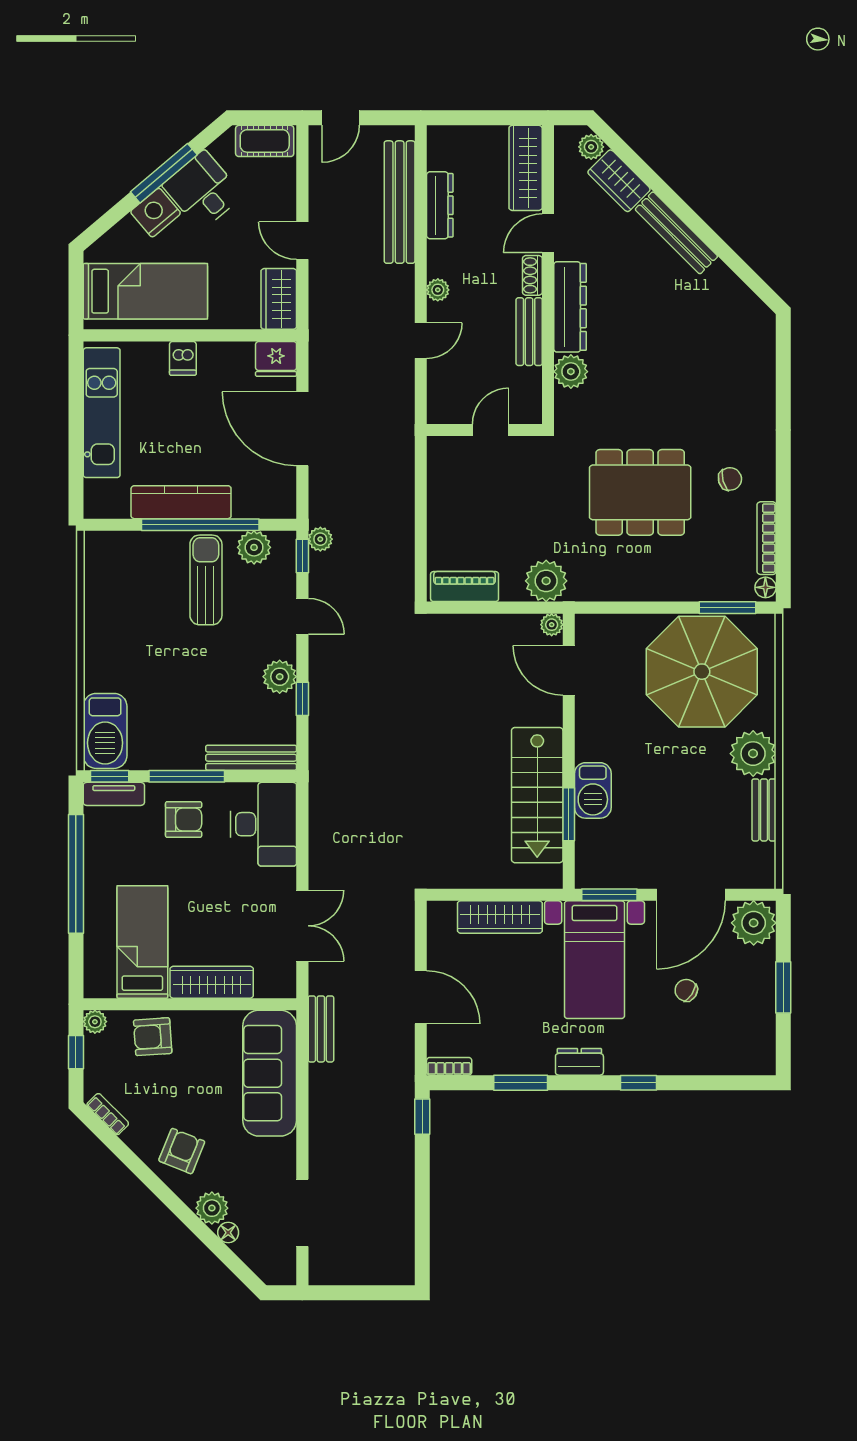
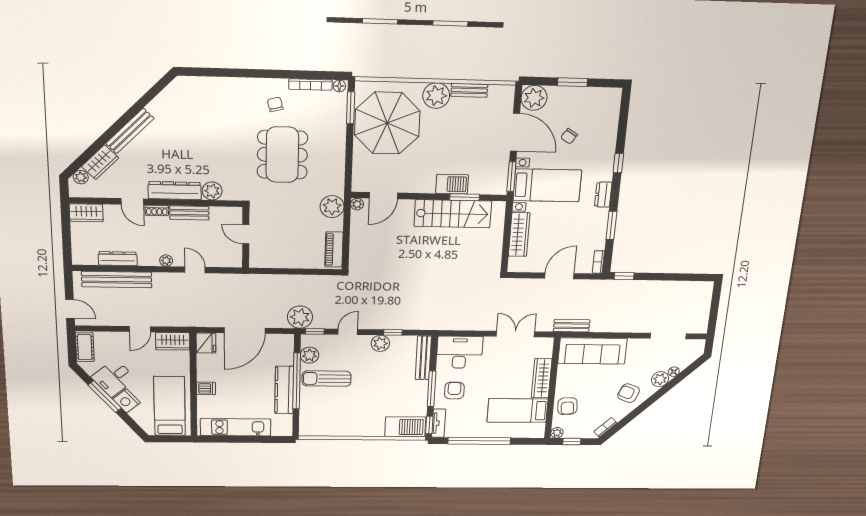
wardrobe: (526, 168) -> (86, 213), width x0.67
plant: (320, 539) -> (300, 317), width x1.87, depth x1.87

